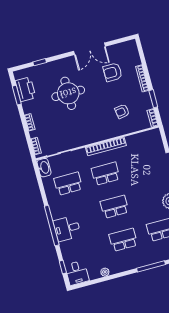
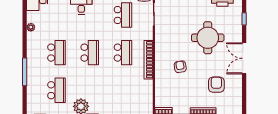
double door: (89, 49) -> (244, 58), moved
armchair: (122, 111) -> (180, 67), moved

